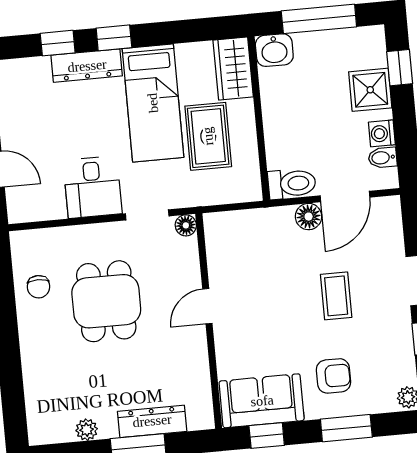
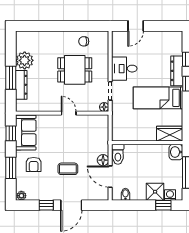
washing machine: (382, 133) -> (170, 195), moved
rug: (208, 136) -> (142, 120), removed
plant: (87, 430) -> (25, 60), width x1.88, depth x1.88

